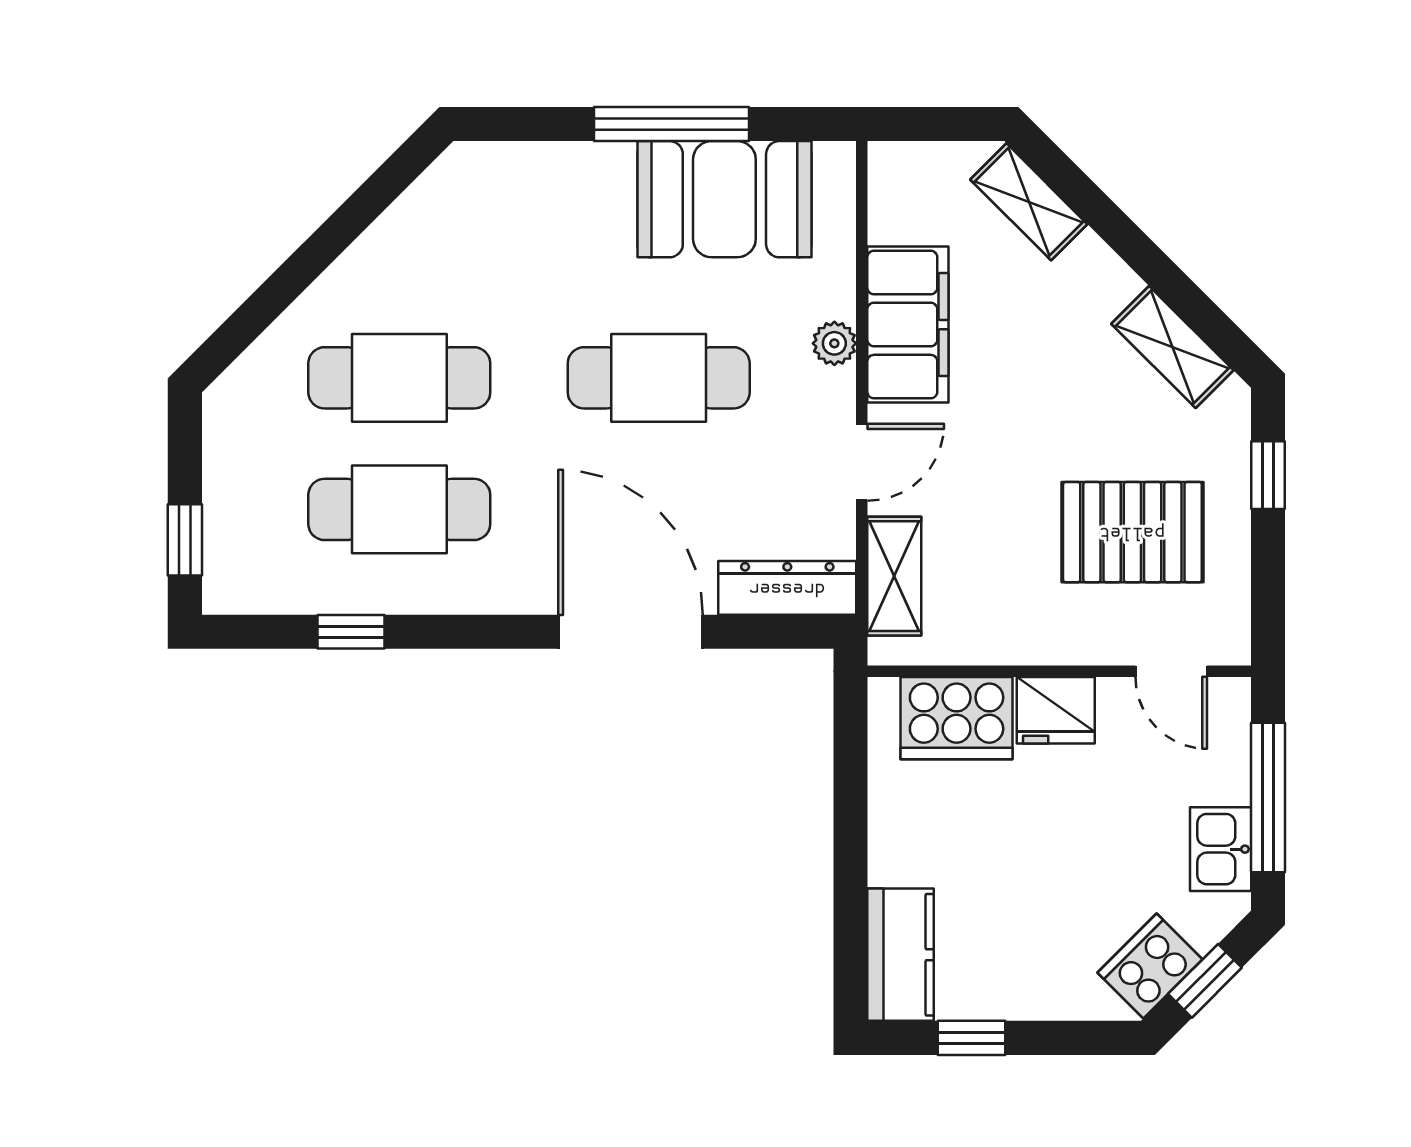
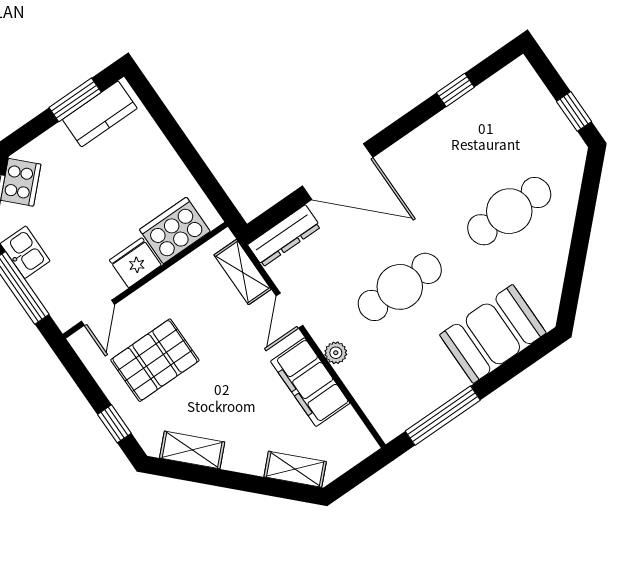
window: (671, 124) -> (443, 416), moved
booth: (724, 199) -> (493, 334), moved
cafe table: (399, 509) -> (471, 156), removed
window: (185, 540) -> (574, 111), moved
door: (1171, 671) -> (98, 313), swing flipped
kitchen counter: (901, 955) -> (100, 114), moved, turned -90
window: (971, 1038) -> (75, 100), width x1.50

